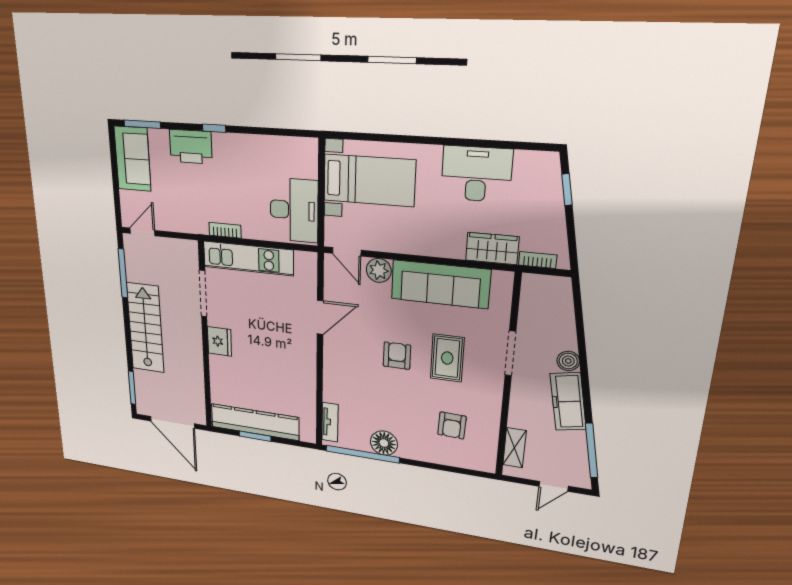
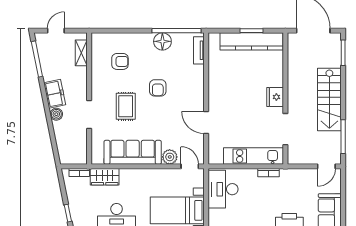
door: (320, 317) -> (206, 122), hinge flipped
armchair: (397, 356) -> (158, 88), moved
freezer: (568, 402) -> (55, 94), width x0.71
armchair: (452, 425) -> (120, 61), turned 88

